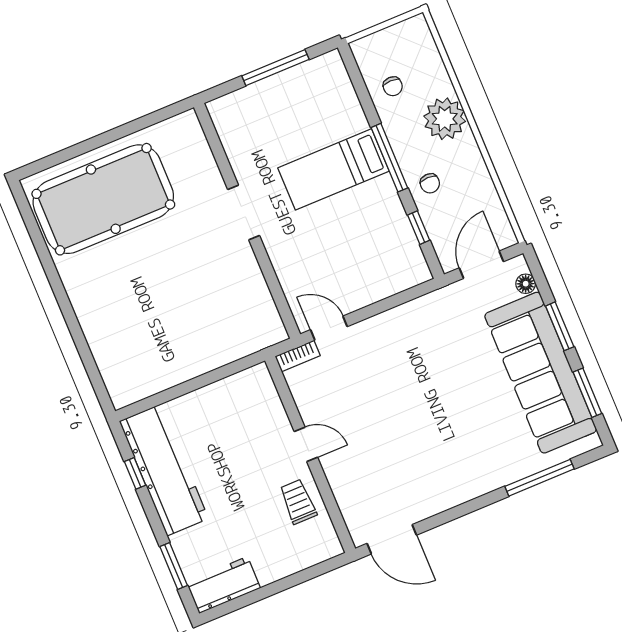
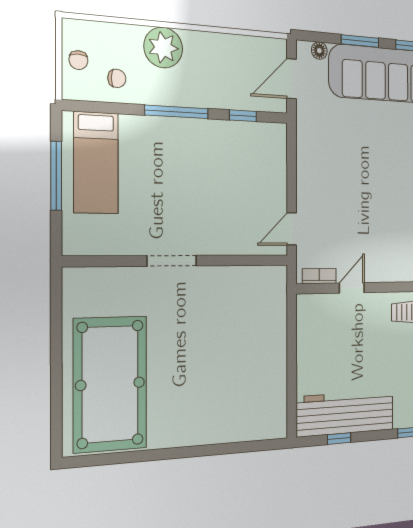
bed: (333, 169) -> (96, 163), moved
chair: (430, 183) -> (78, 60), moved, turned 90
door: (481, 265) -> (292, 79), hinge flipped
bookcase: (298, 356) -> (319, 276), moved, turned -90
door: (306, 444) -> (352, 288), moved

